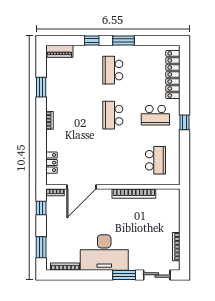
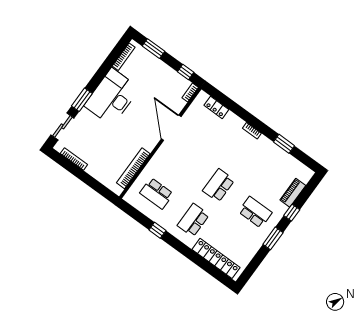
piano: (59, 51) -> (293, 193), moved
school desk: (113, 115) -> (219, 185), turned -90
window: (185, 122) -> (157, 230), moved
door: (81, 187) -> (171, 128), moved
bookcase: (134, 194) -> (133, 168), moved

